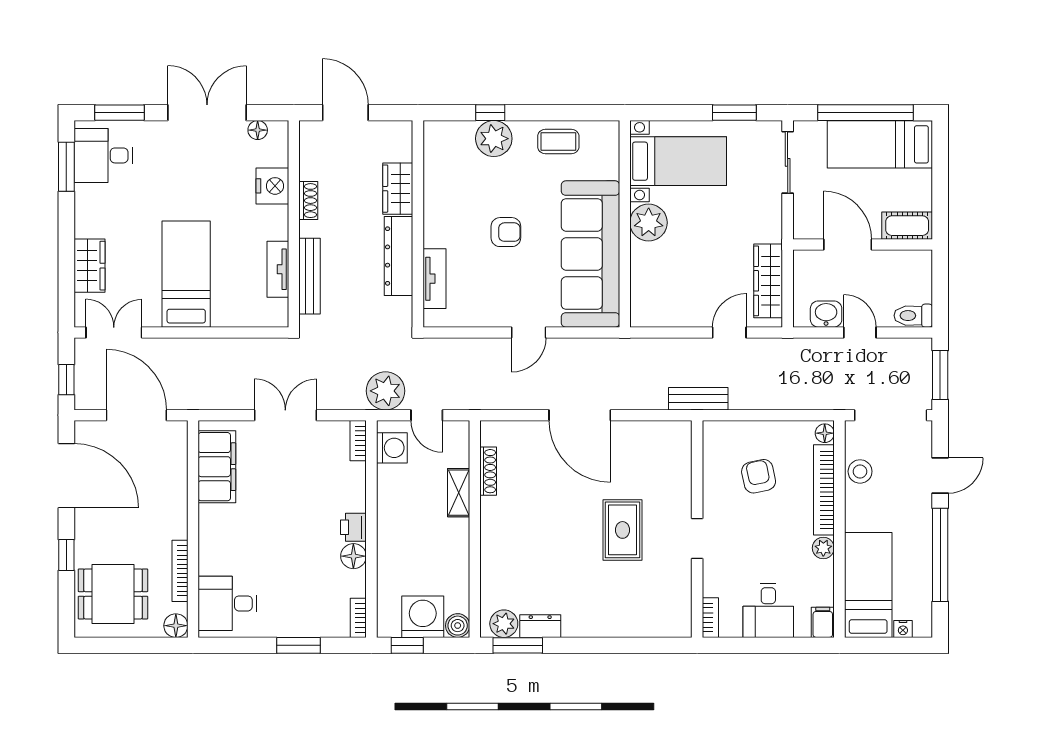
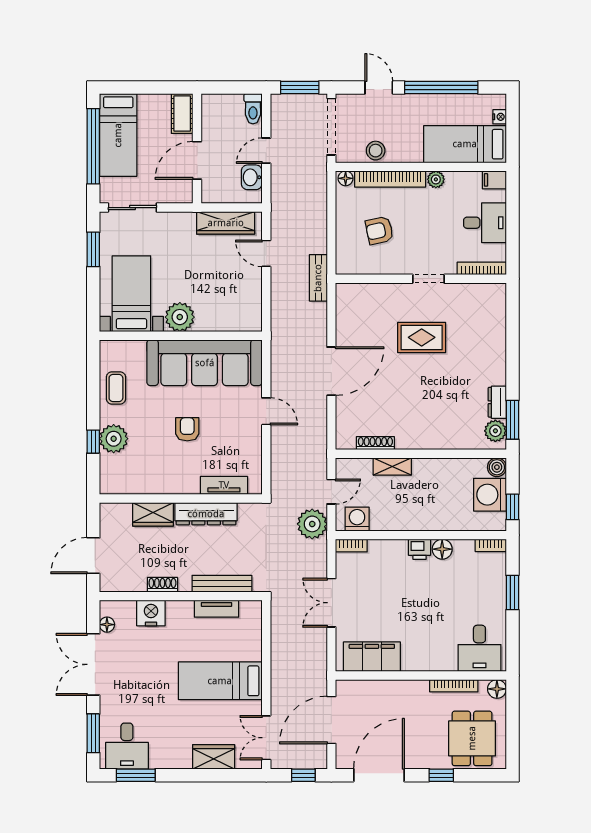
bookcase: (710, 618) -> (482, 268), width x1.56

